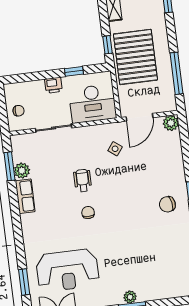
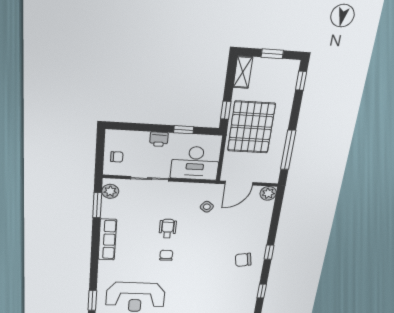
plant: (22, 171) -> (110, 191), moved
row of seats: (25, 196) -> (107, 240), width x1.48

